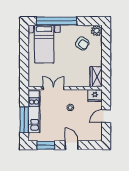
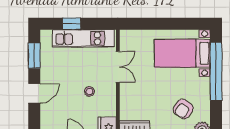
window: (24, 120) -> (72, 24), width x0.46

